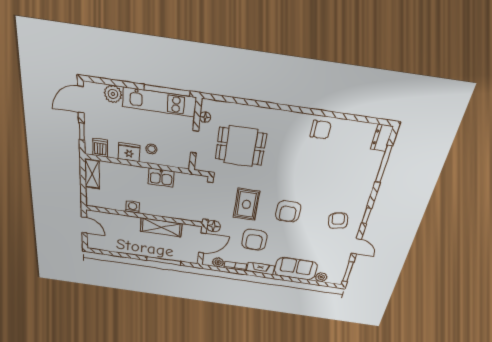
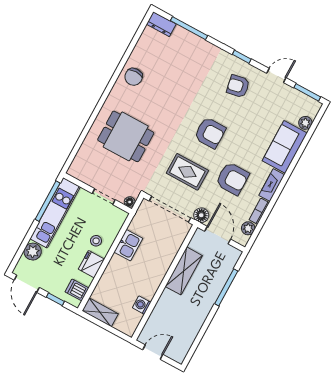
floor lamp: (205, 117) -> (130, 202), moved
chair: (321, 130) -> (134, 77), turned 180
dining table: (241, 146) -> (126, 136), moved, turned 90
washing machine: (133, 207) -> (142, 305), moved

